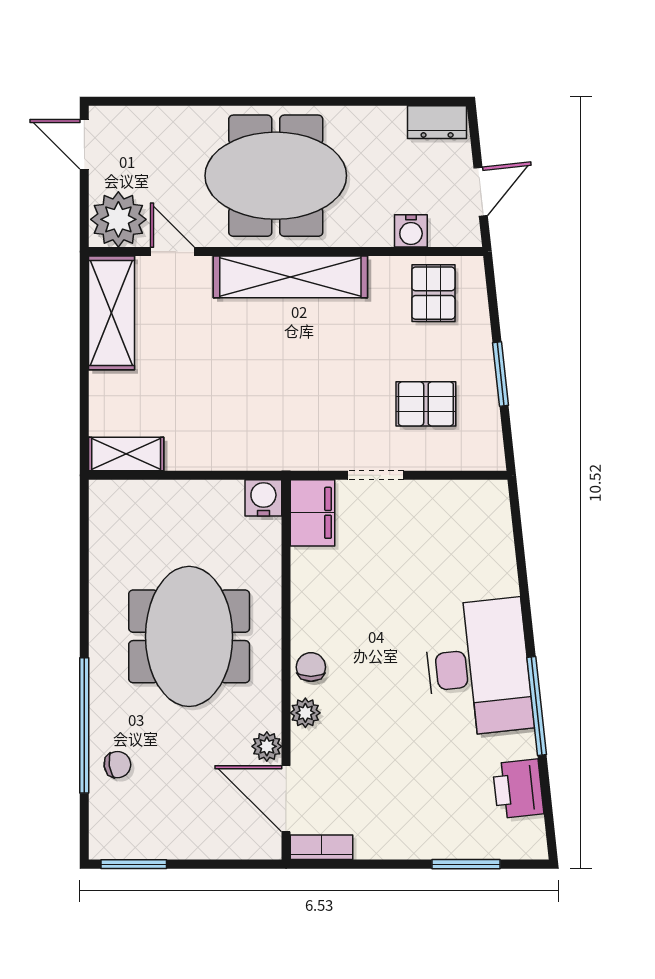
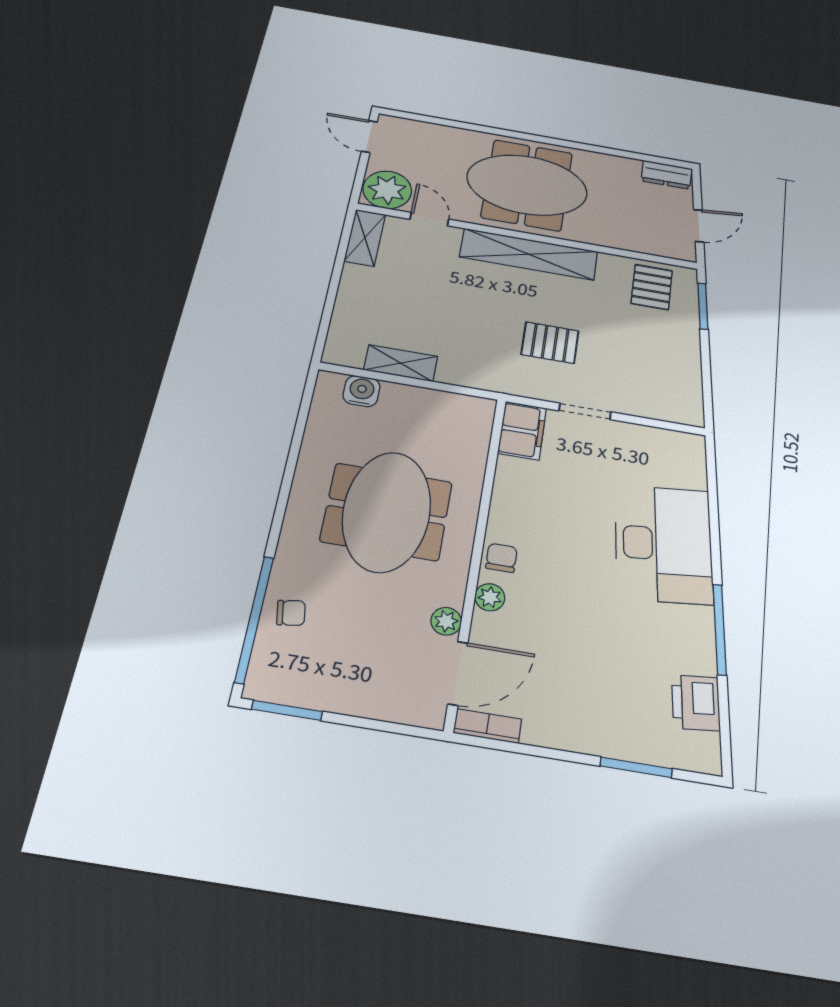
water cooler: (411, 231) -> (637, 241), removed
shelving: (112, 313) -> (365, 238), width x0.67, depth x0.75
window: (500, 374) -> (703, 306), moved
pallet: (426, 404) -> (550, 343), moved
shelving: (126, 454) -> (401, 363), moved
water cooler: (263, 498) -> (362, 391), moved
desk: (478, 668) -> (664, 544), moved
window: (84, 725) -> (254, 619), moved
door: (286, 799) -> (458, 673), swing flipped

